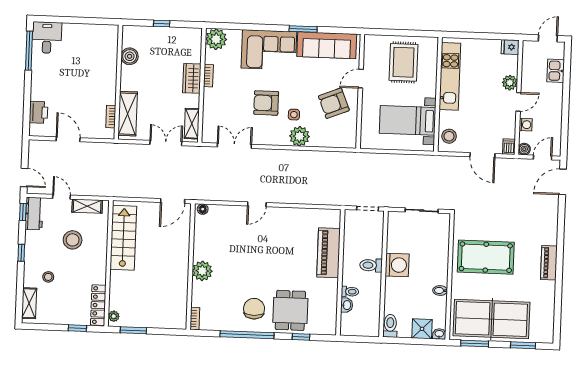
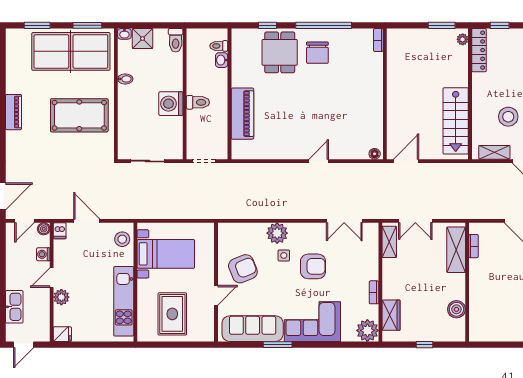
kitchen sink: (556, 71) -> (14, 307), width x1.38
wardrobe: (192, 78) -> (391, 315), moved
plant: (202, 271) -> (373, 90), removed
toilet: (350, 292) -> (219, 46), moved

